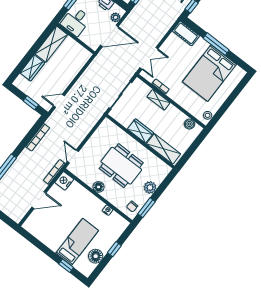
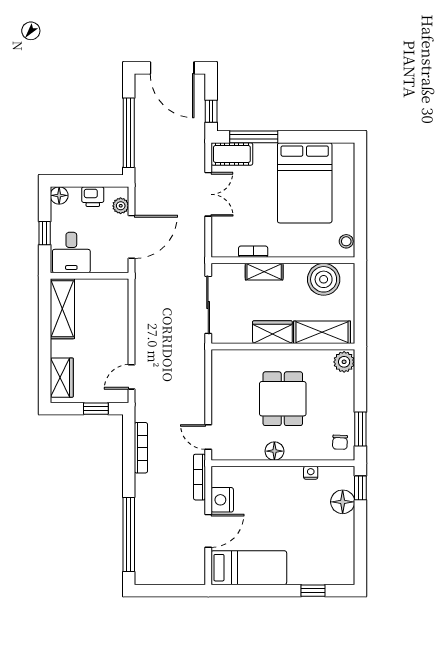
window: (216, 44) -> (254, 137), moved
double door: (149, 58) -> (208, 194), moved
wardrobe: (32, 68) -> (62, 378), moved
boiler: (190, 124) -> (324, 279), width x1.86, depth x1.86
dining table: (121, 166) -> (283, 399), width x0.73
nightstand: (64, 181) -> (222, 500), moved
plant: (150, 187) -> (344, 362), moved
bed: (77, 242) -> (249, 568), moved, turned 90
window: (114, 249) -> (360, 488), moved
floor lamp: (96, 256) -> (343, 502), moved

